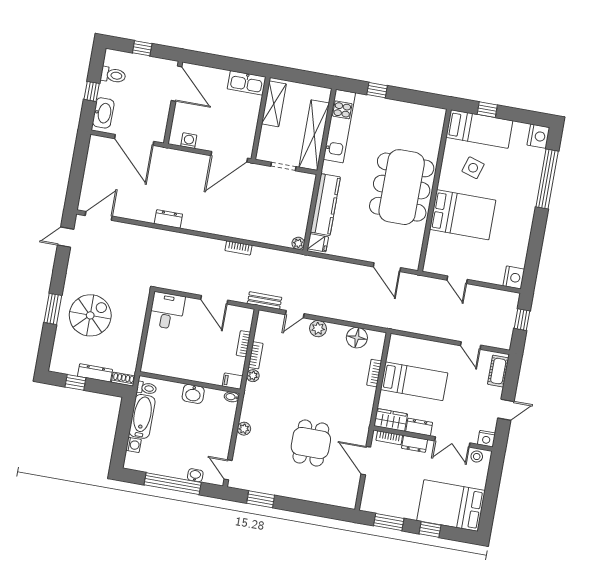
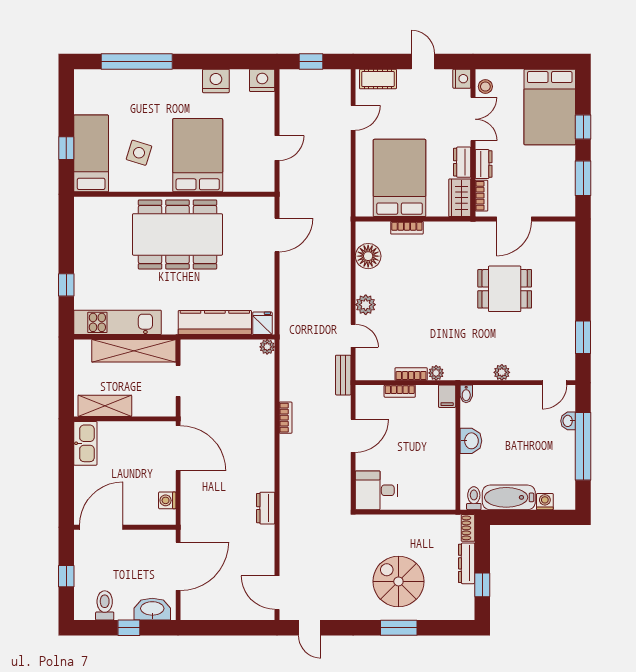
nightstand: (538, 136) -> (216, 81), moved
bed: (414, 381) -> (400, 178), width x1.50

